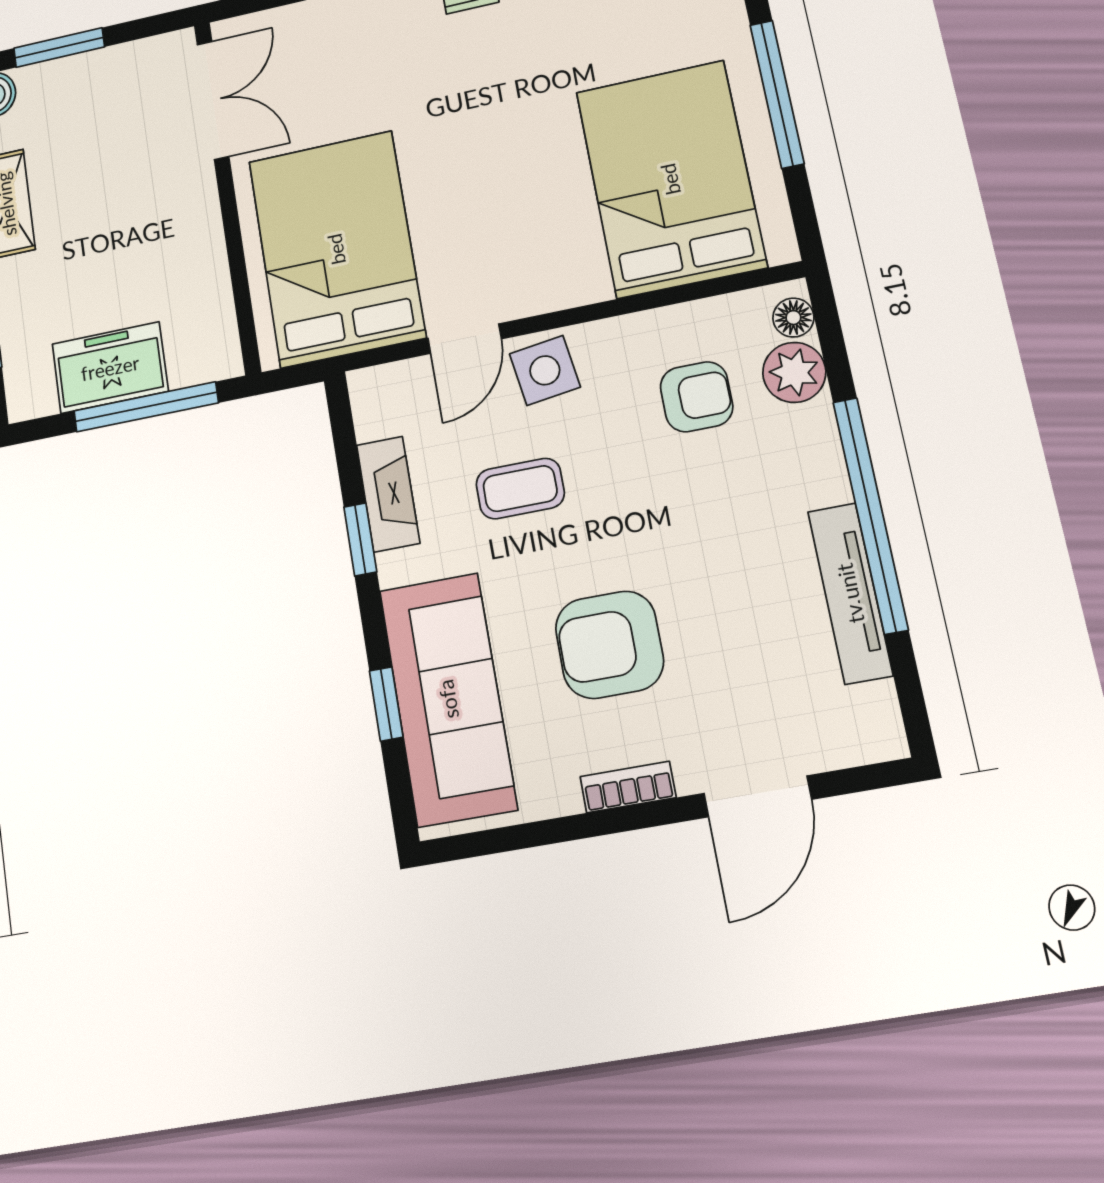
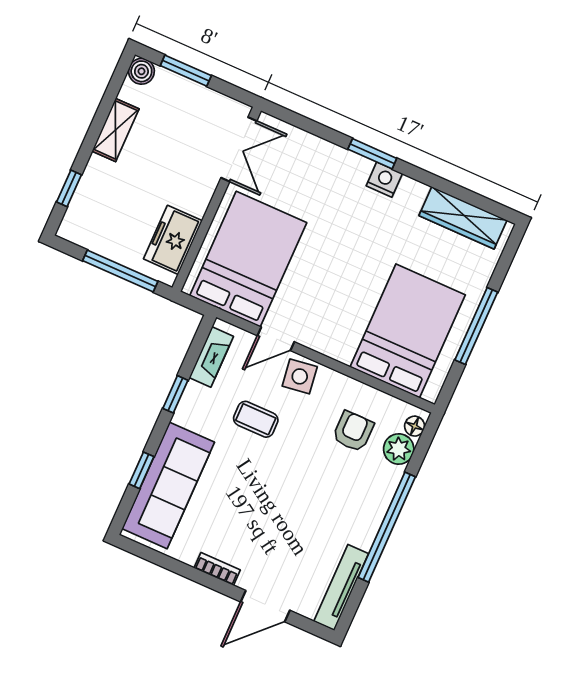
freezer: (110, 368) -> (173, 240), moved, turned -90
armchair: (697, 397) -> (353, 431), turned -90
fireplace: (388, 494) -> (211, 357), moved
tv unit: (850, 593) -> (341, 587), moved
armchair: (609, 645) -> (248, 508), removed

